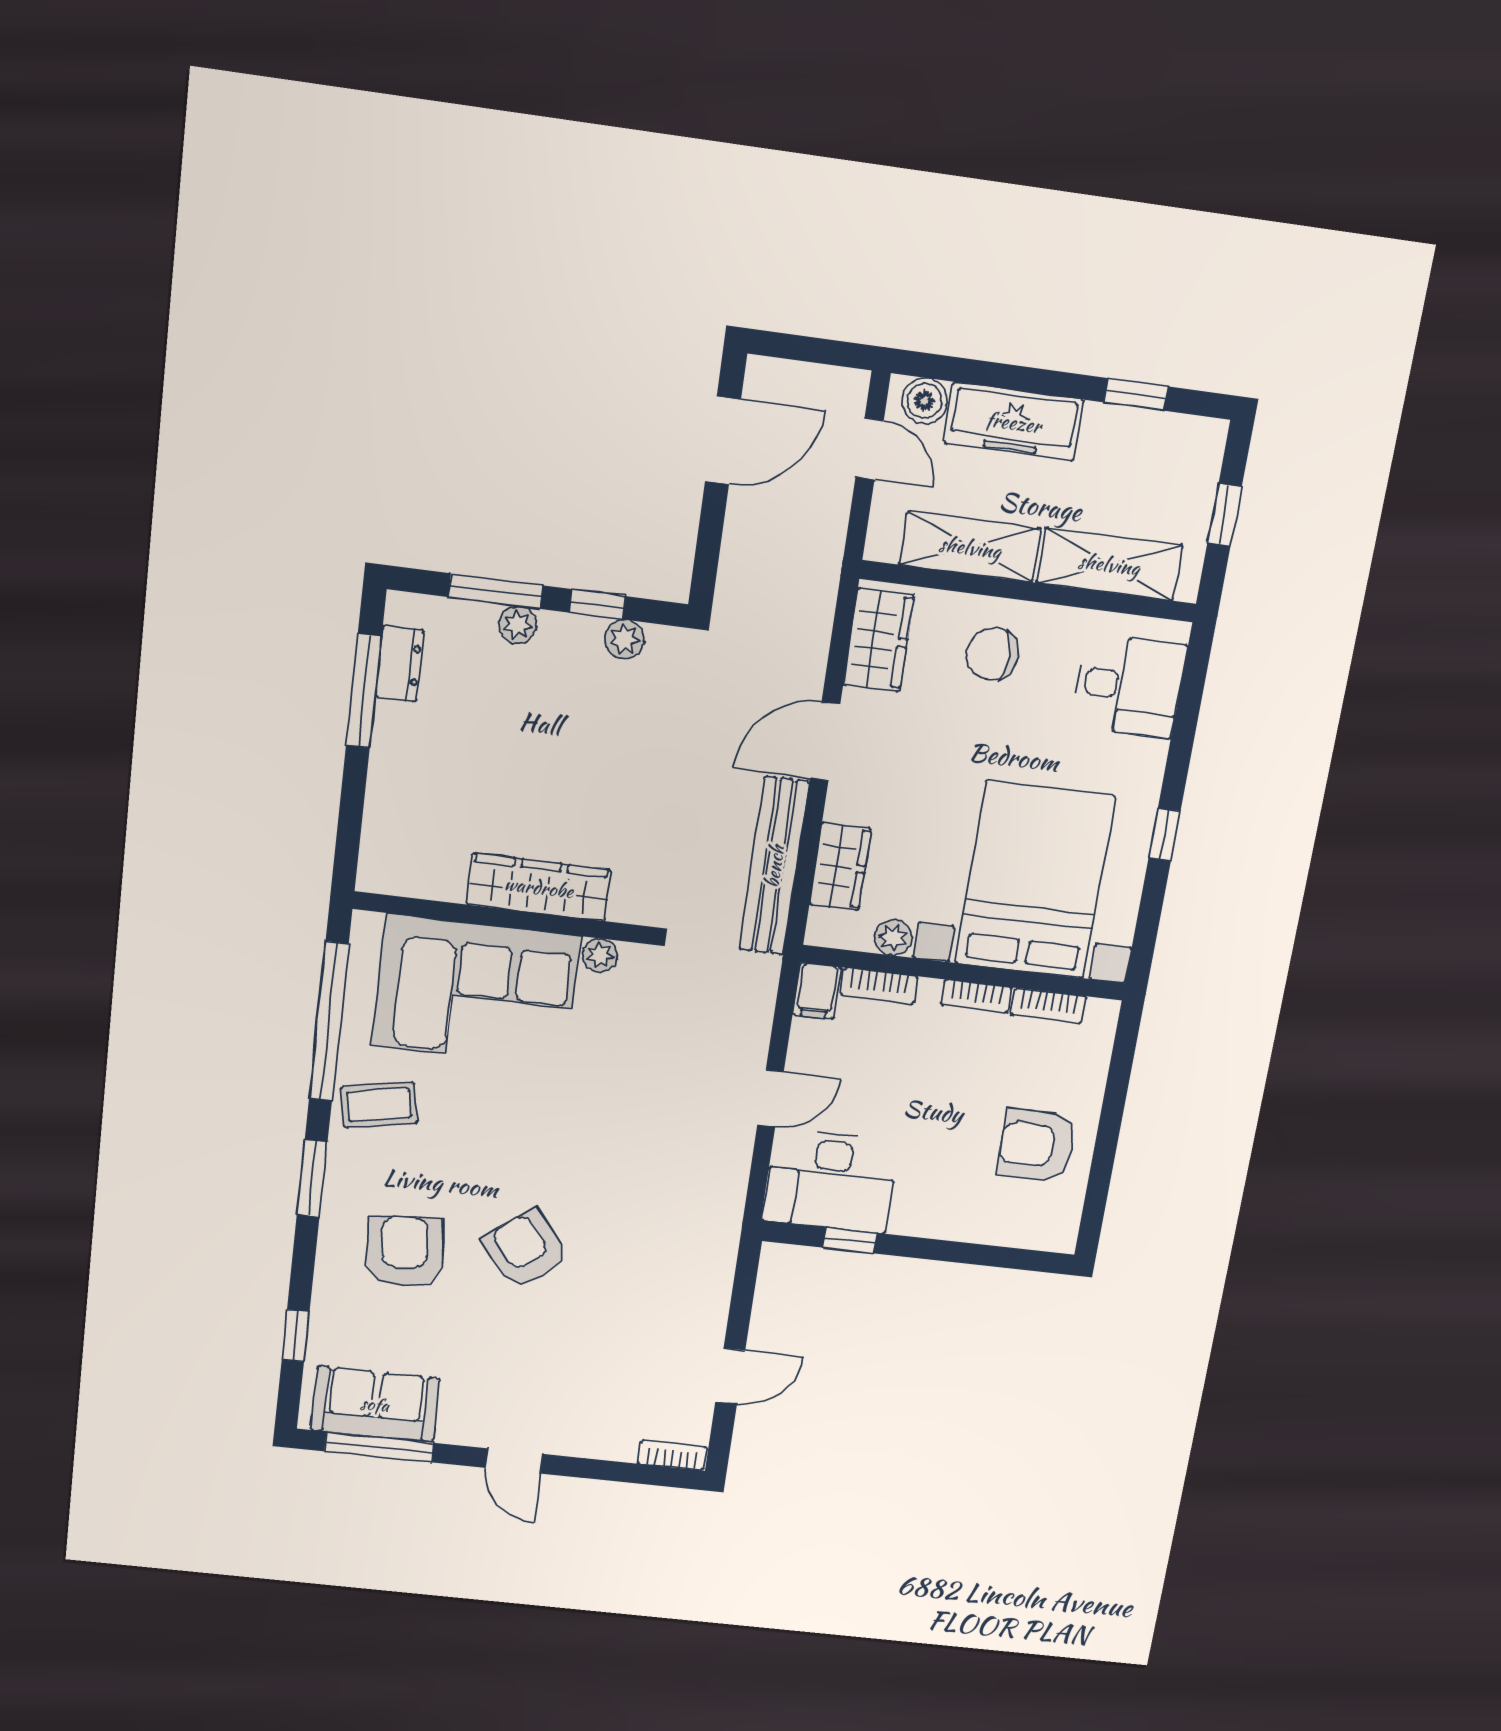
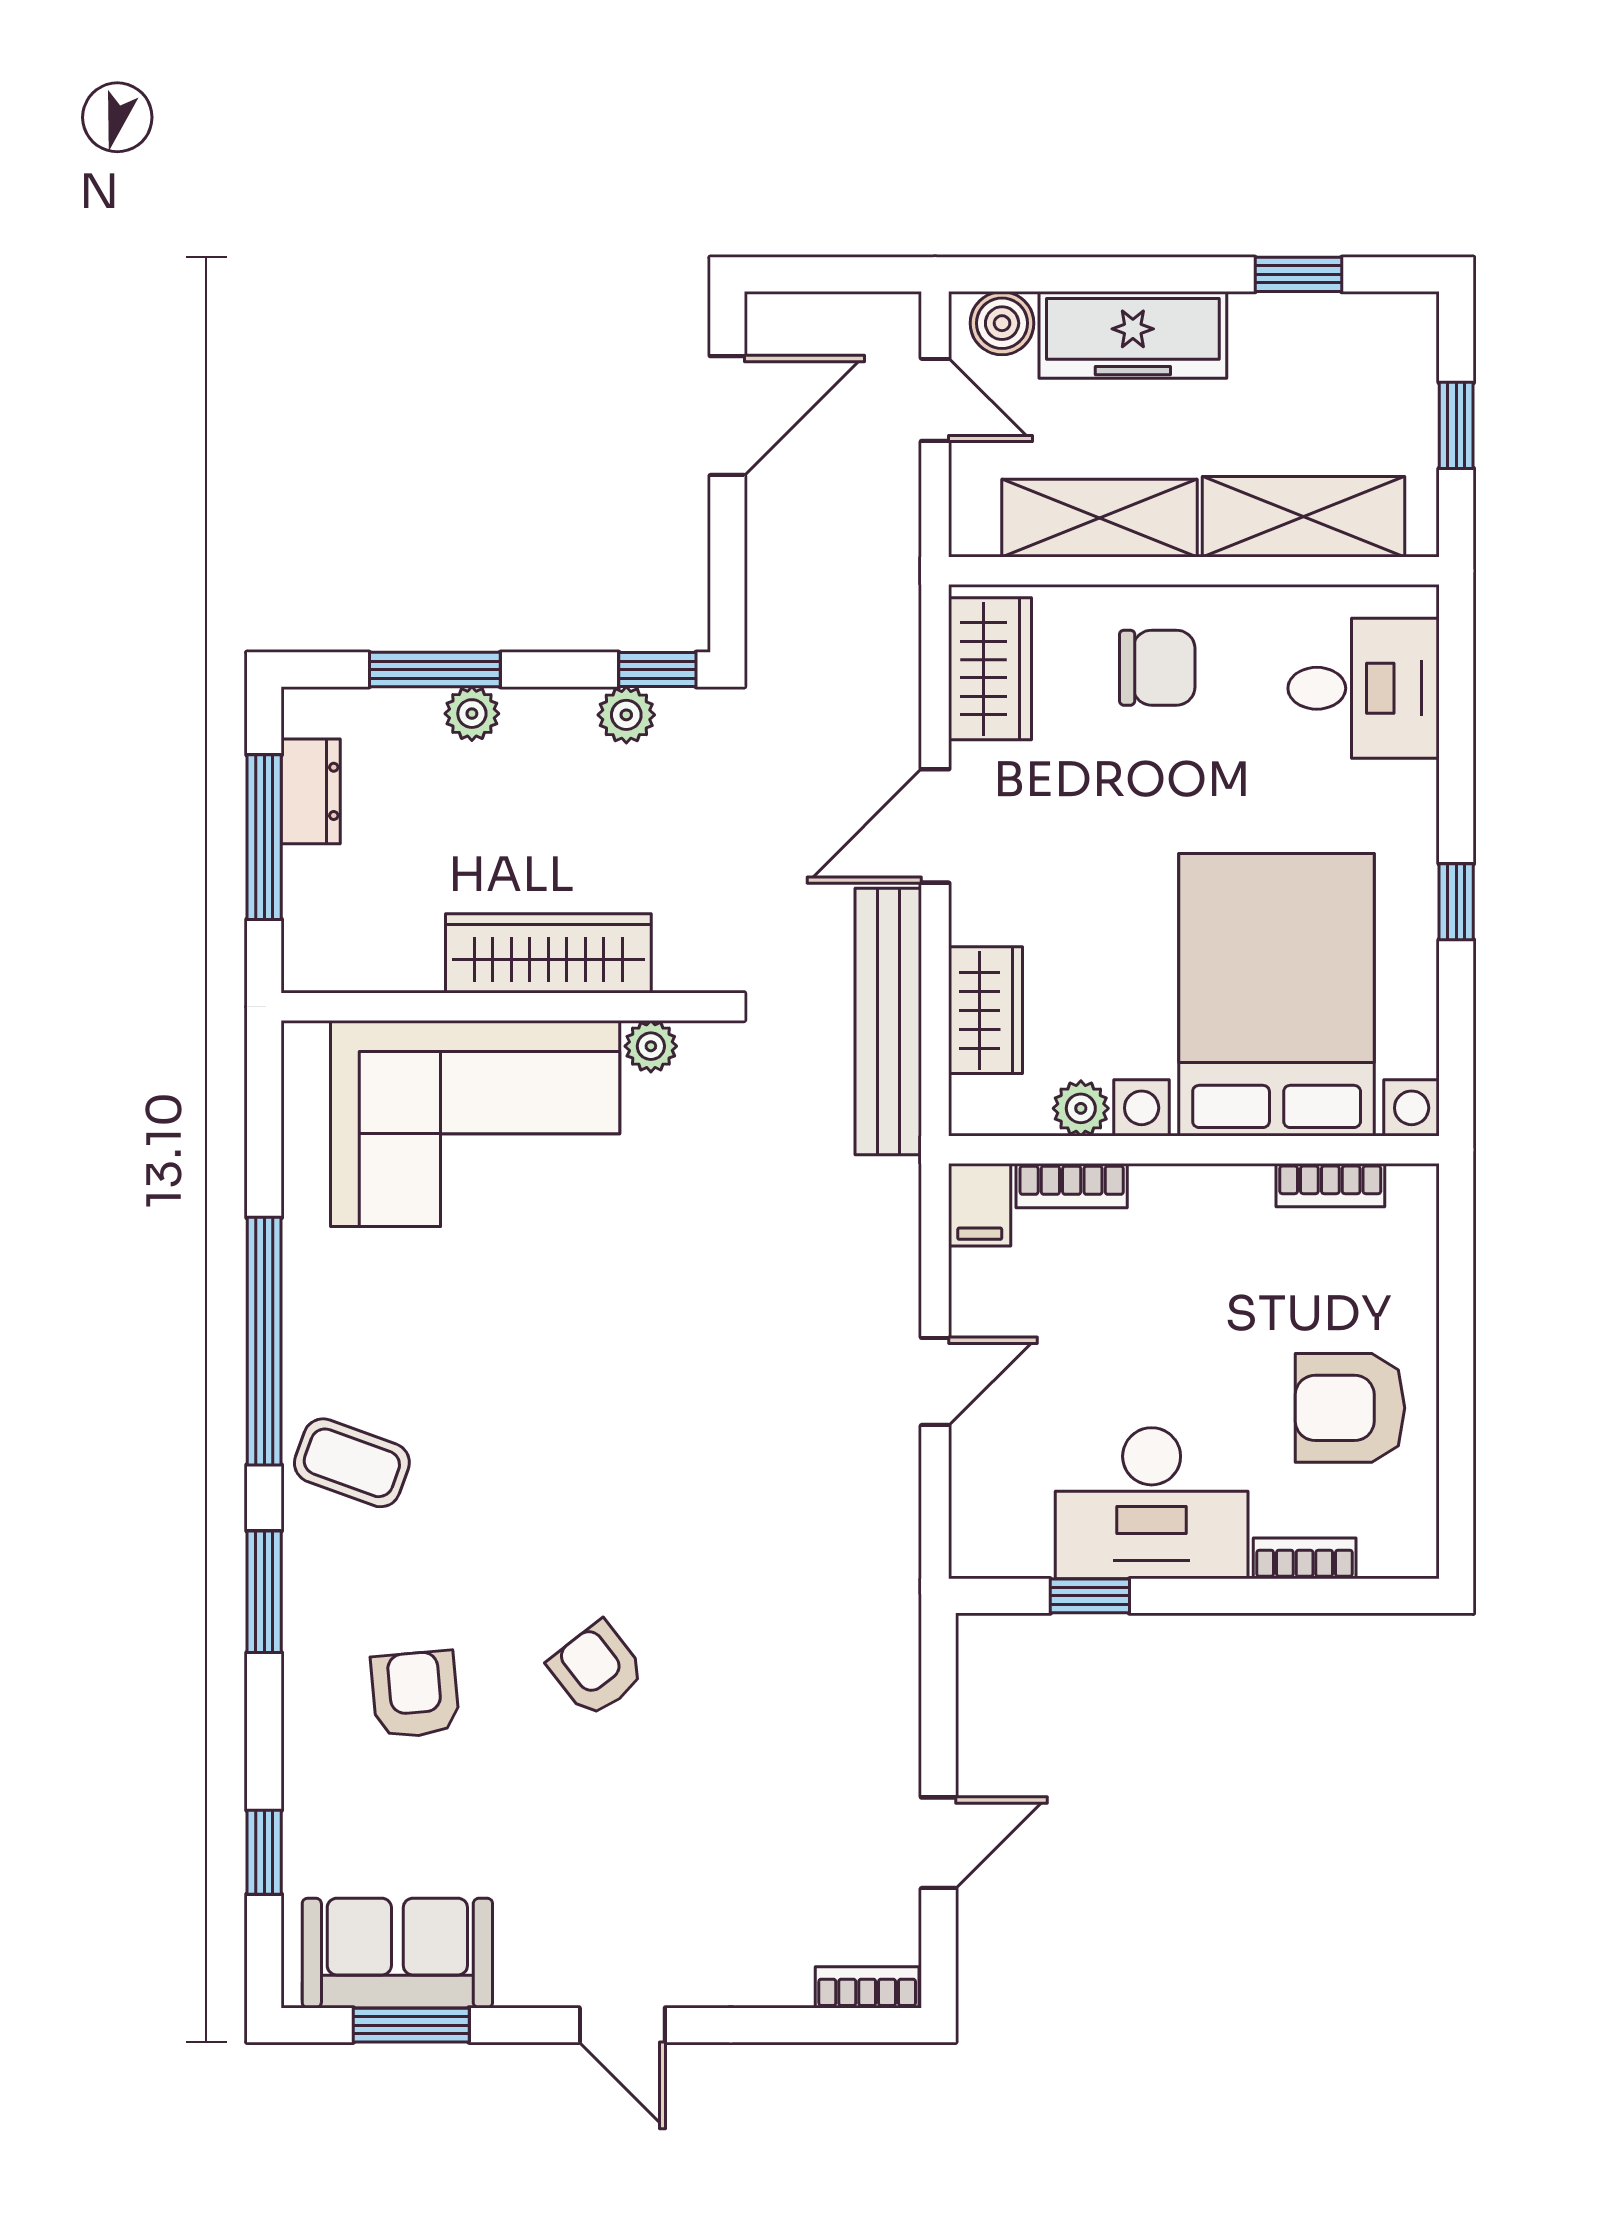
window: (597, 604) -> (657, 670), moved
chair: (992, 654) -> (1157, 668), turned 180
wardrobe: (539, 887) -> (548, 953), moved
wall: (501, 918) -> (499, 1007), moved
plant: (600, 955) -> (651, 1046), moved
corner sofa: (476, 991) -> (475, 1123), moved
bookcase: (976, 996) -> (1305, 1558), moved, turned 180
coffee table: (379, 1105) -> (352, 1463), turned 31
desk: (830, 1181) -> (1152, 1503), moved
armchair: (525, 1249) -> (597, 1669), width x0.72, depth x0.72
armchair: (405, 1252) -> (415, 1694), width x0.72, depth x0.72
window: (379, 1447) -> (411, 2025), width x0.69

